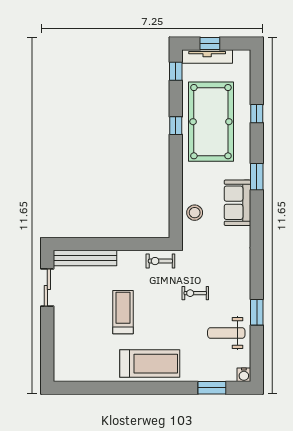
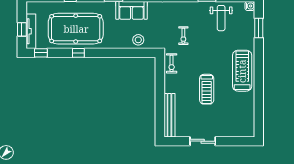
sliding door: (47, 288) -> (203, 141), moved
exercise bike: (195, 293) -> (183, 36), moved
treadmill: (123, 312) -> (207, 89), turned -90

